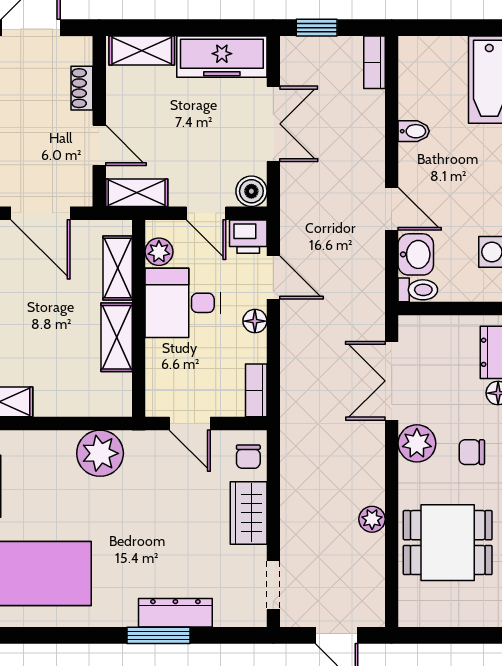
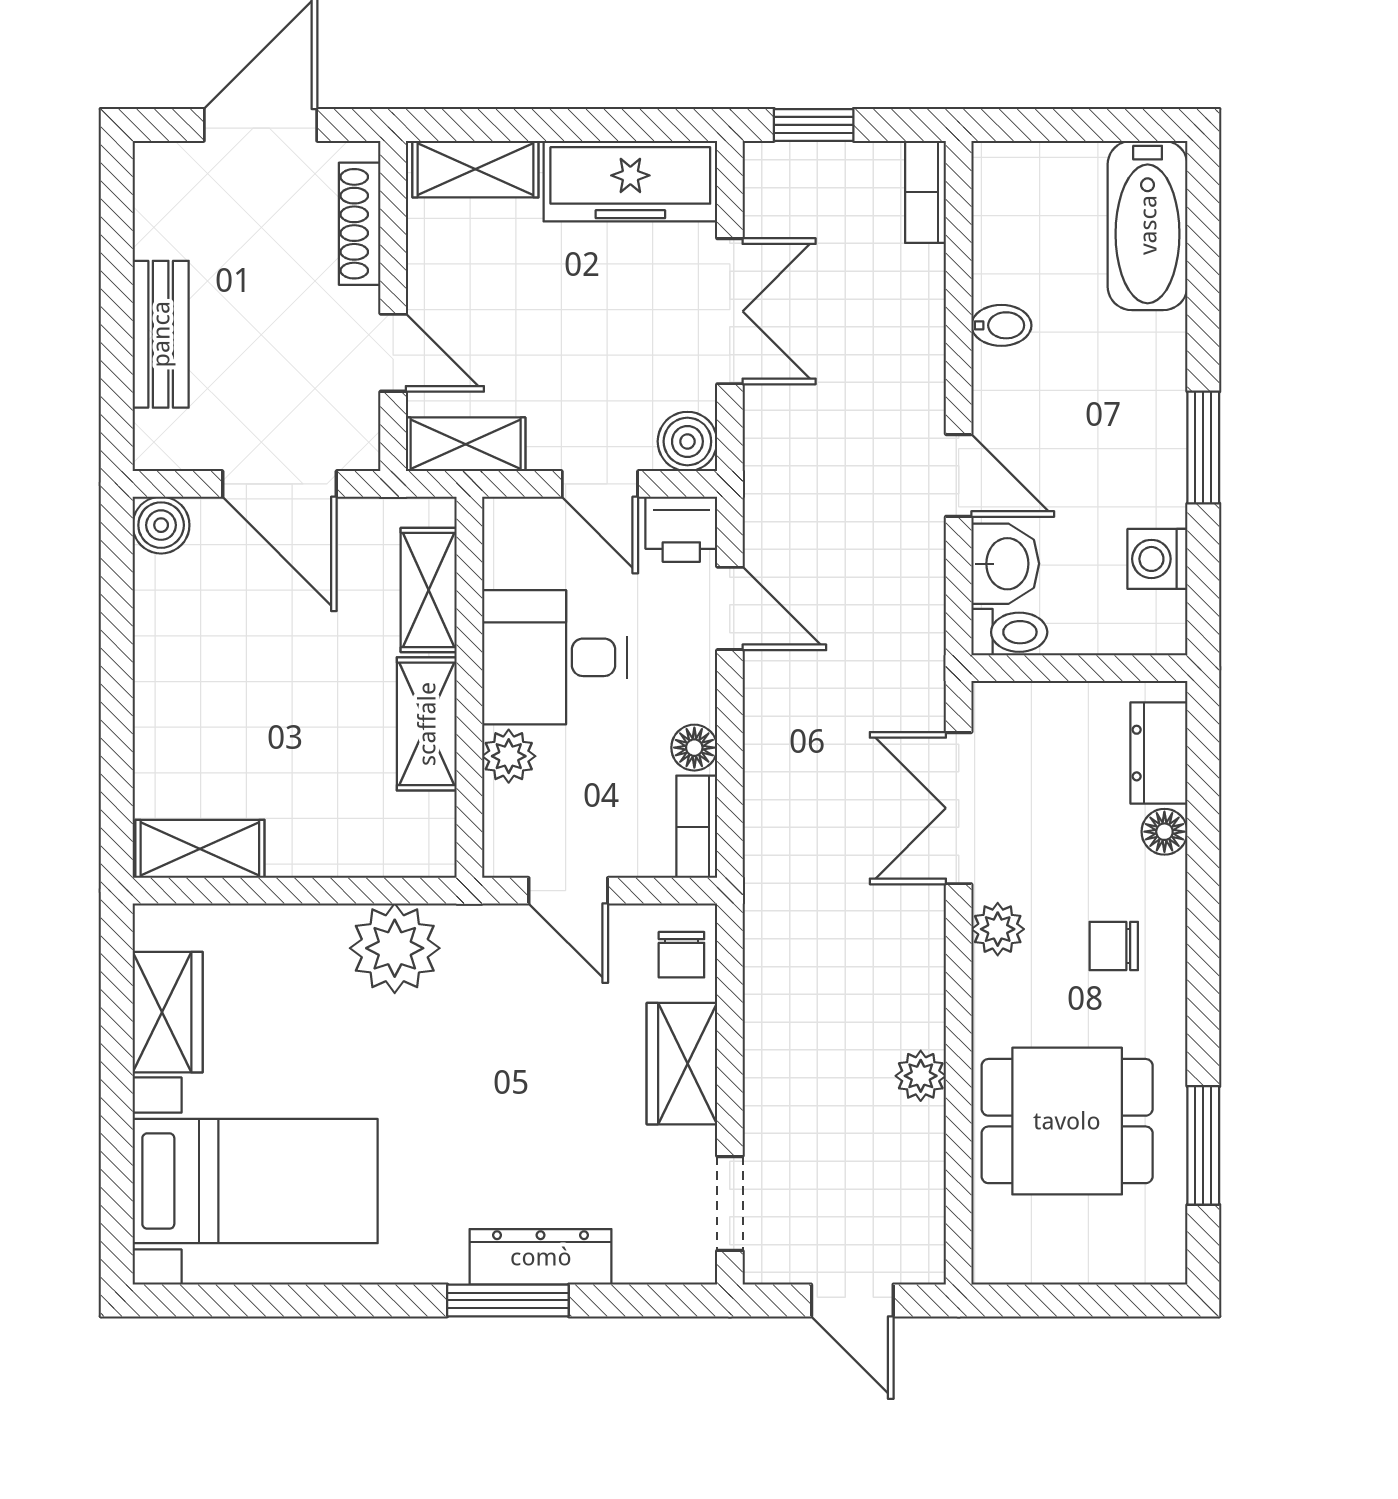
shoe rack: (82, 88) -> (360, 224), width x1.43
plant: (159, 252) -> (509, 756), moved
floor lamp: (255, 321) -> (694, 748), moved
plant: (417, 443) -> (998, 929), width x0.73, depth x0.73

